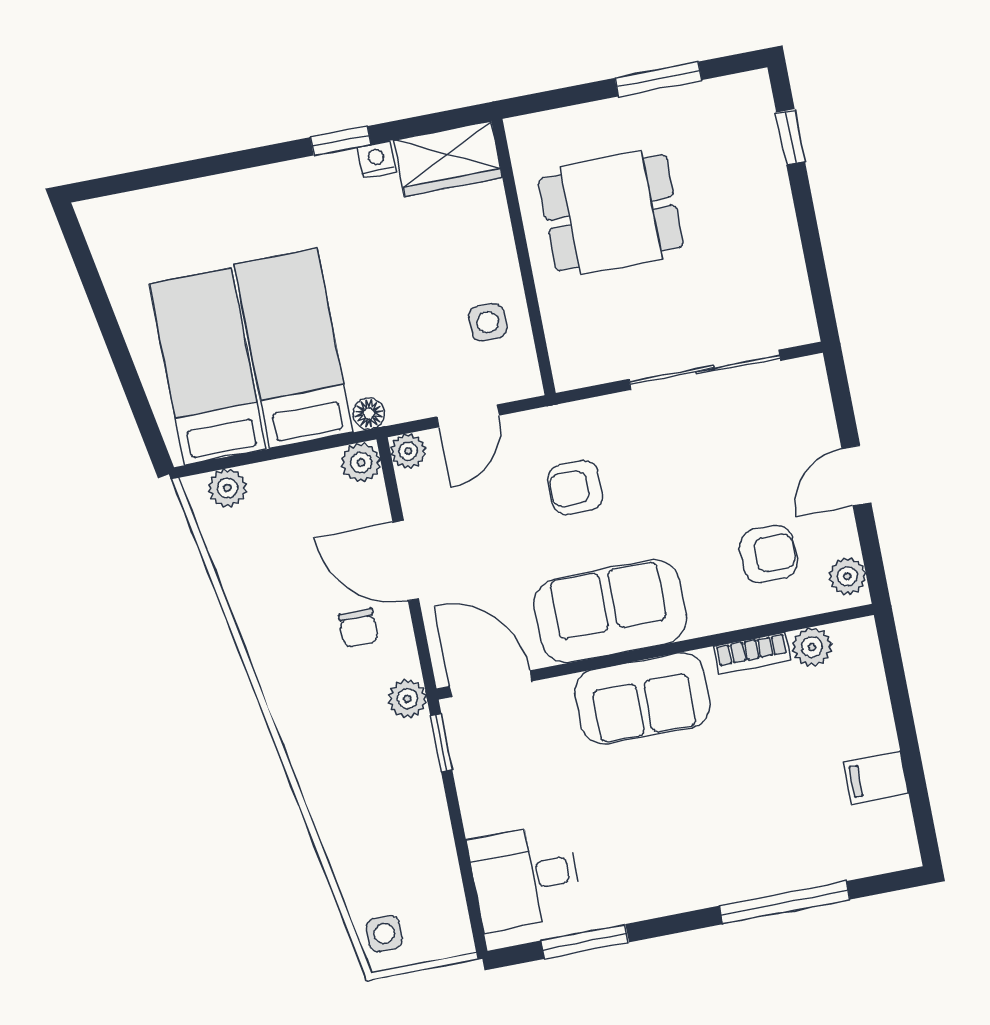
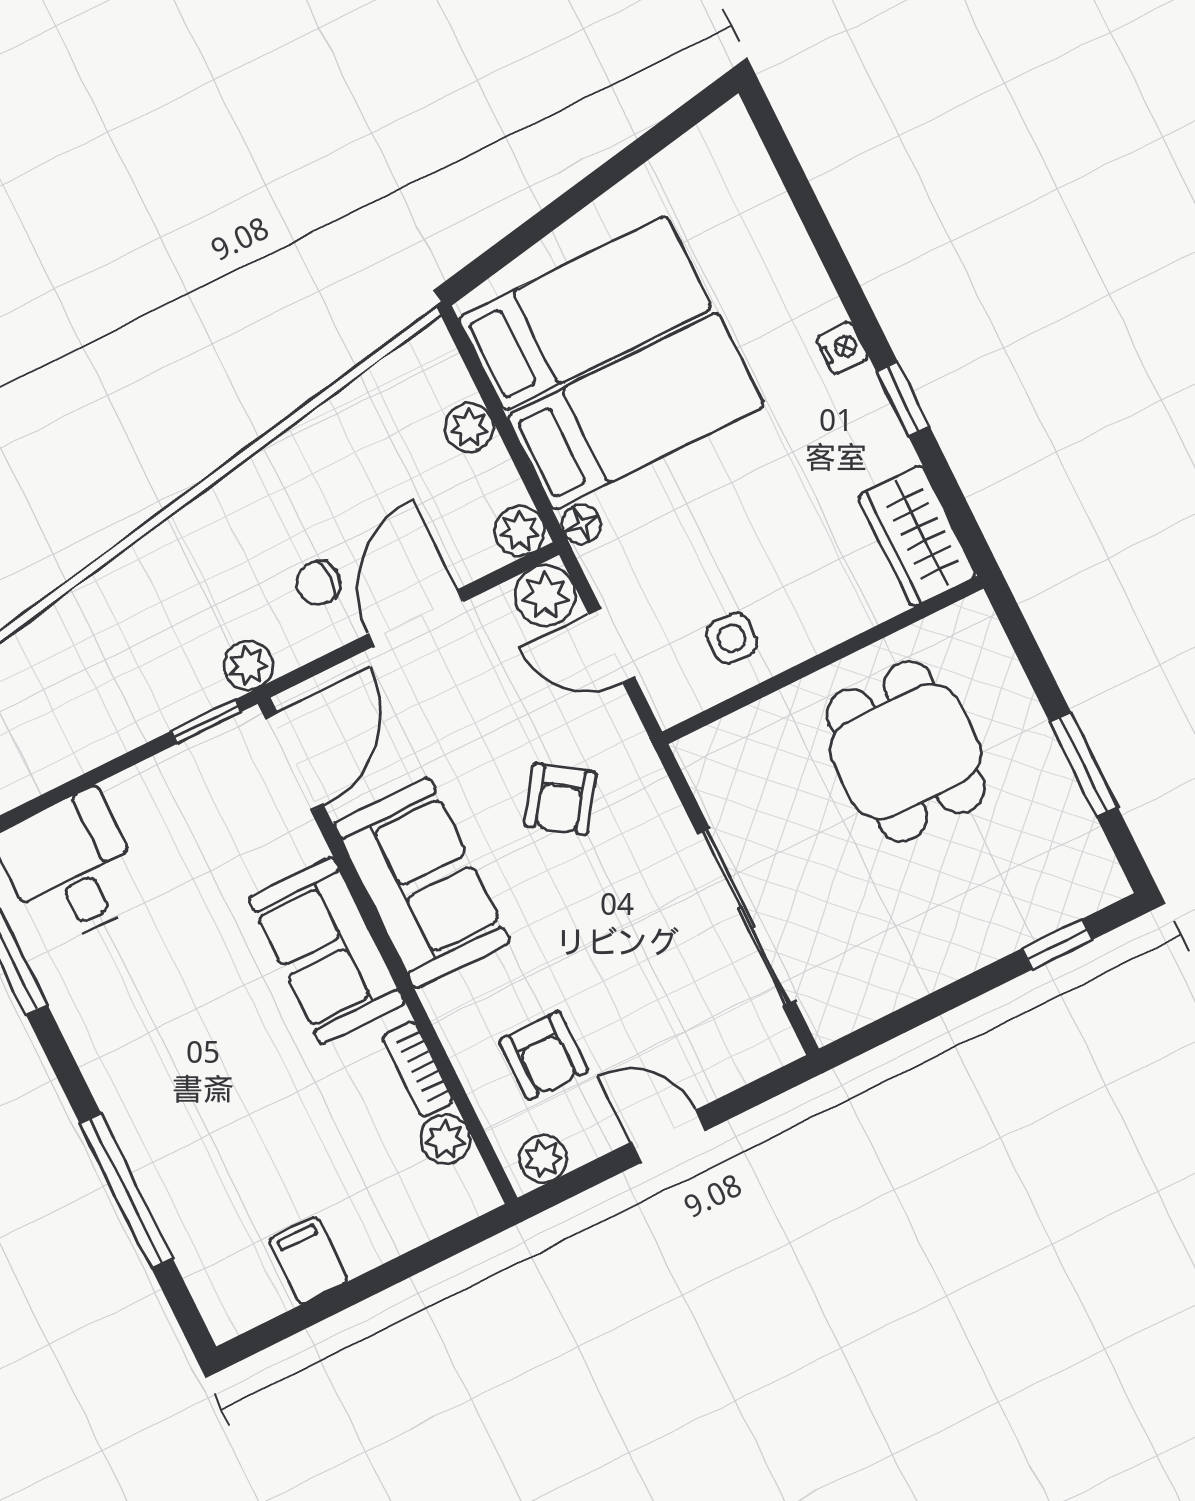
nightstand: (377, 159) -> (842, 348), moved
plant: (408, 451) -> (545, 595), width x1.38, depth x1.38
armchair: (575, 487) -> (560, 799), turned -145
plant: (227, 488) -> (469, 428), moved

